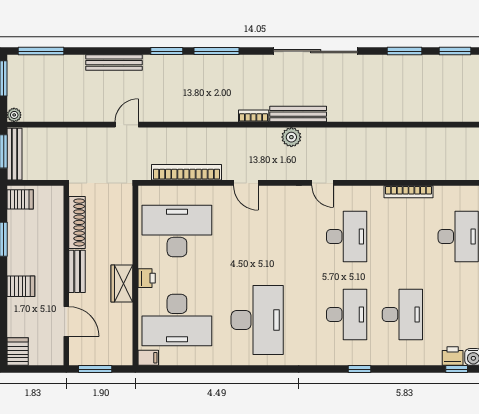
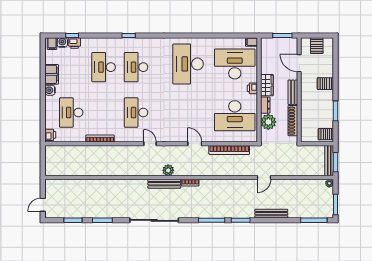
plant: (119, 220) -> (268, 122), added
dresser: (125, 249) -> (265, 105), added
server rack: (18, 352) -> (317, 46), moved

